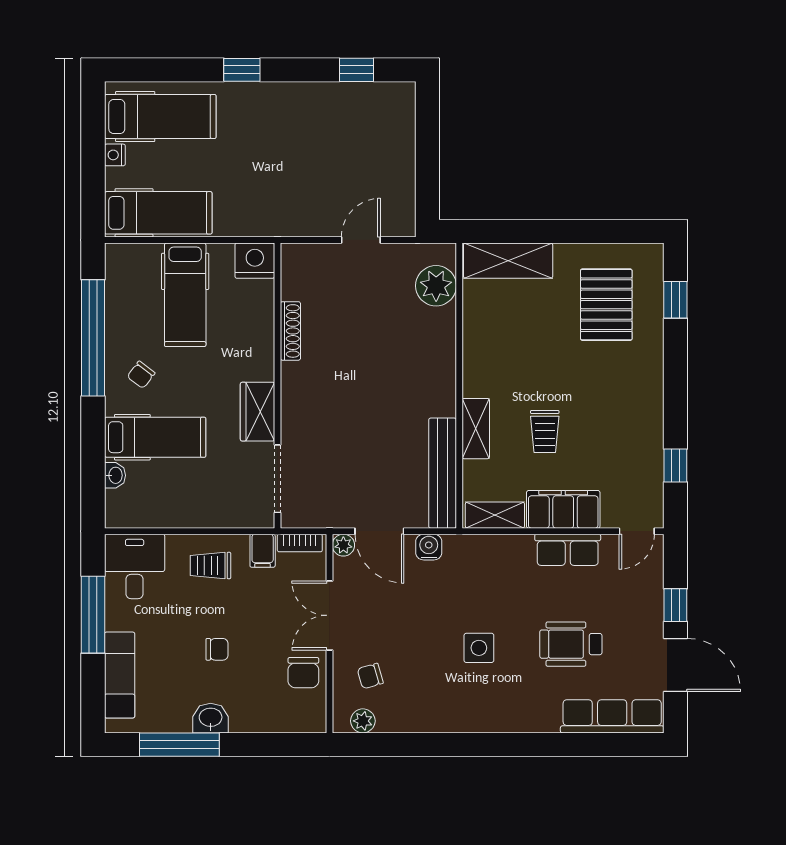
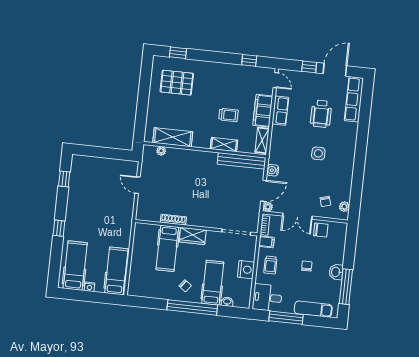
nightstand: (255, 261) -> (246, 270), moved, turned 180
shelving: (508, 261) -> (173, 137), moved, turned 90
plant: (436, 286) -> (161, 151), width x0.53, depth x0.53
hospital bed: (185, 295) -> (167, 248), moved, turned 90
window: (93, 338) -> (192, 307), moved
wardrobe: (258, 412) -> (193, 236), moved

